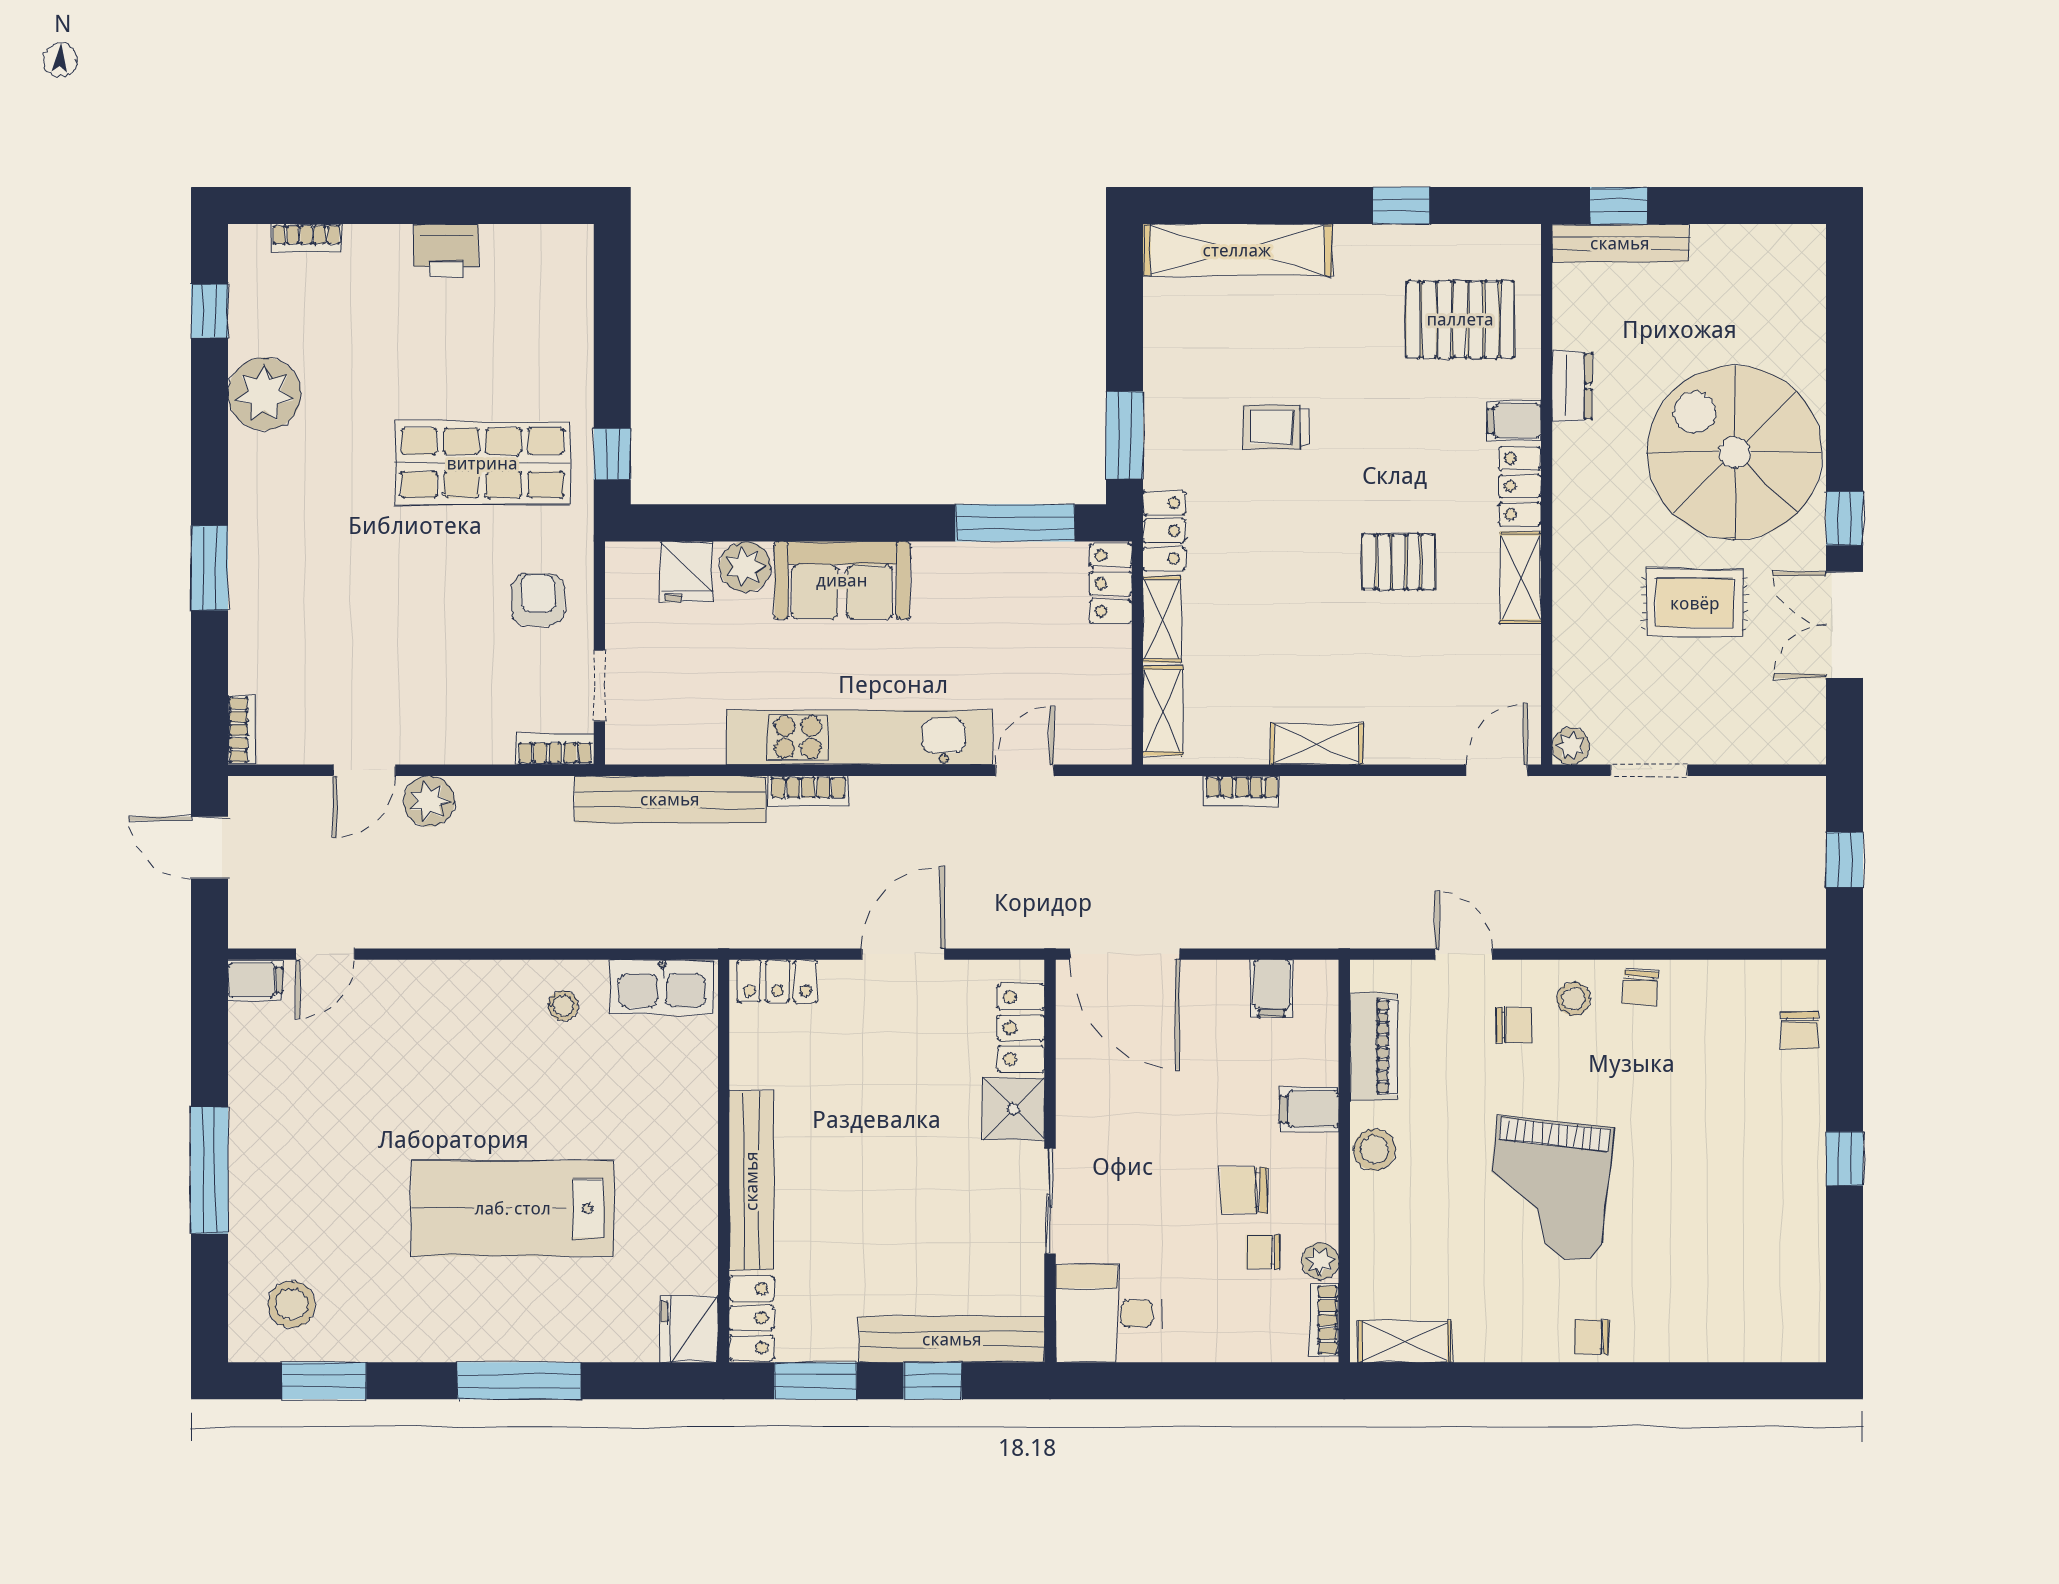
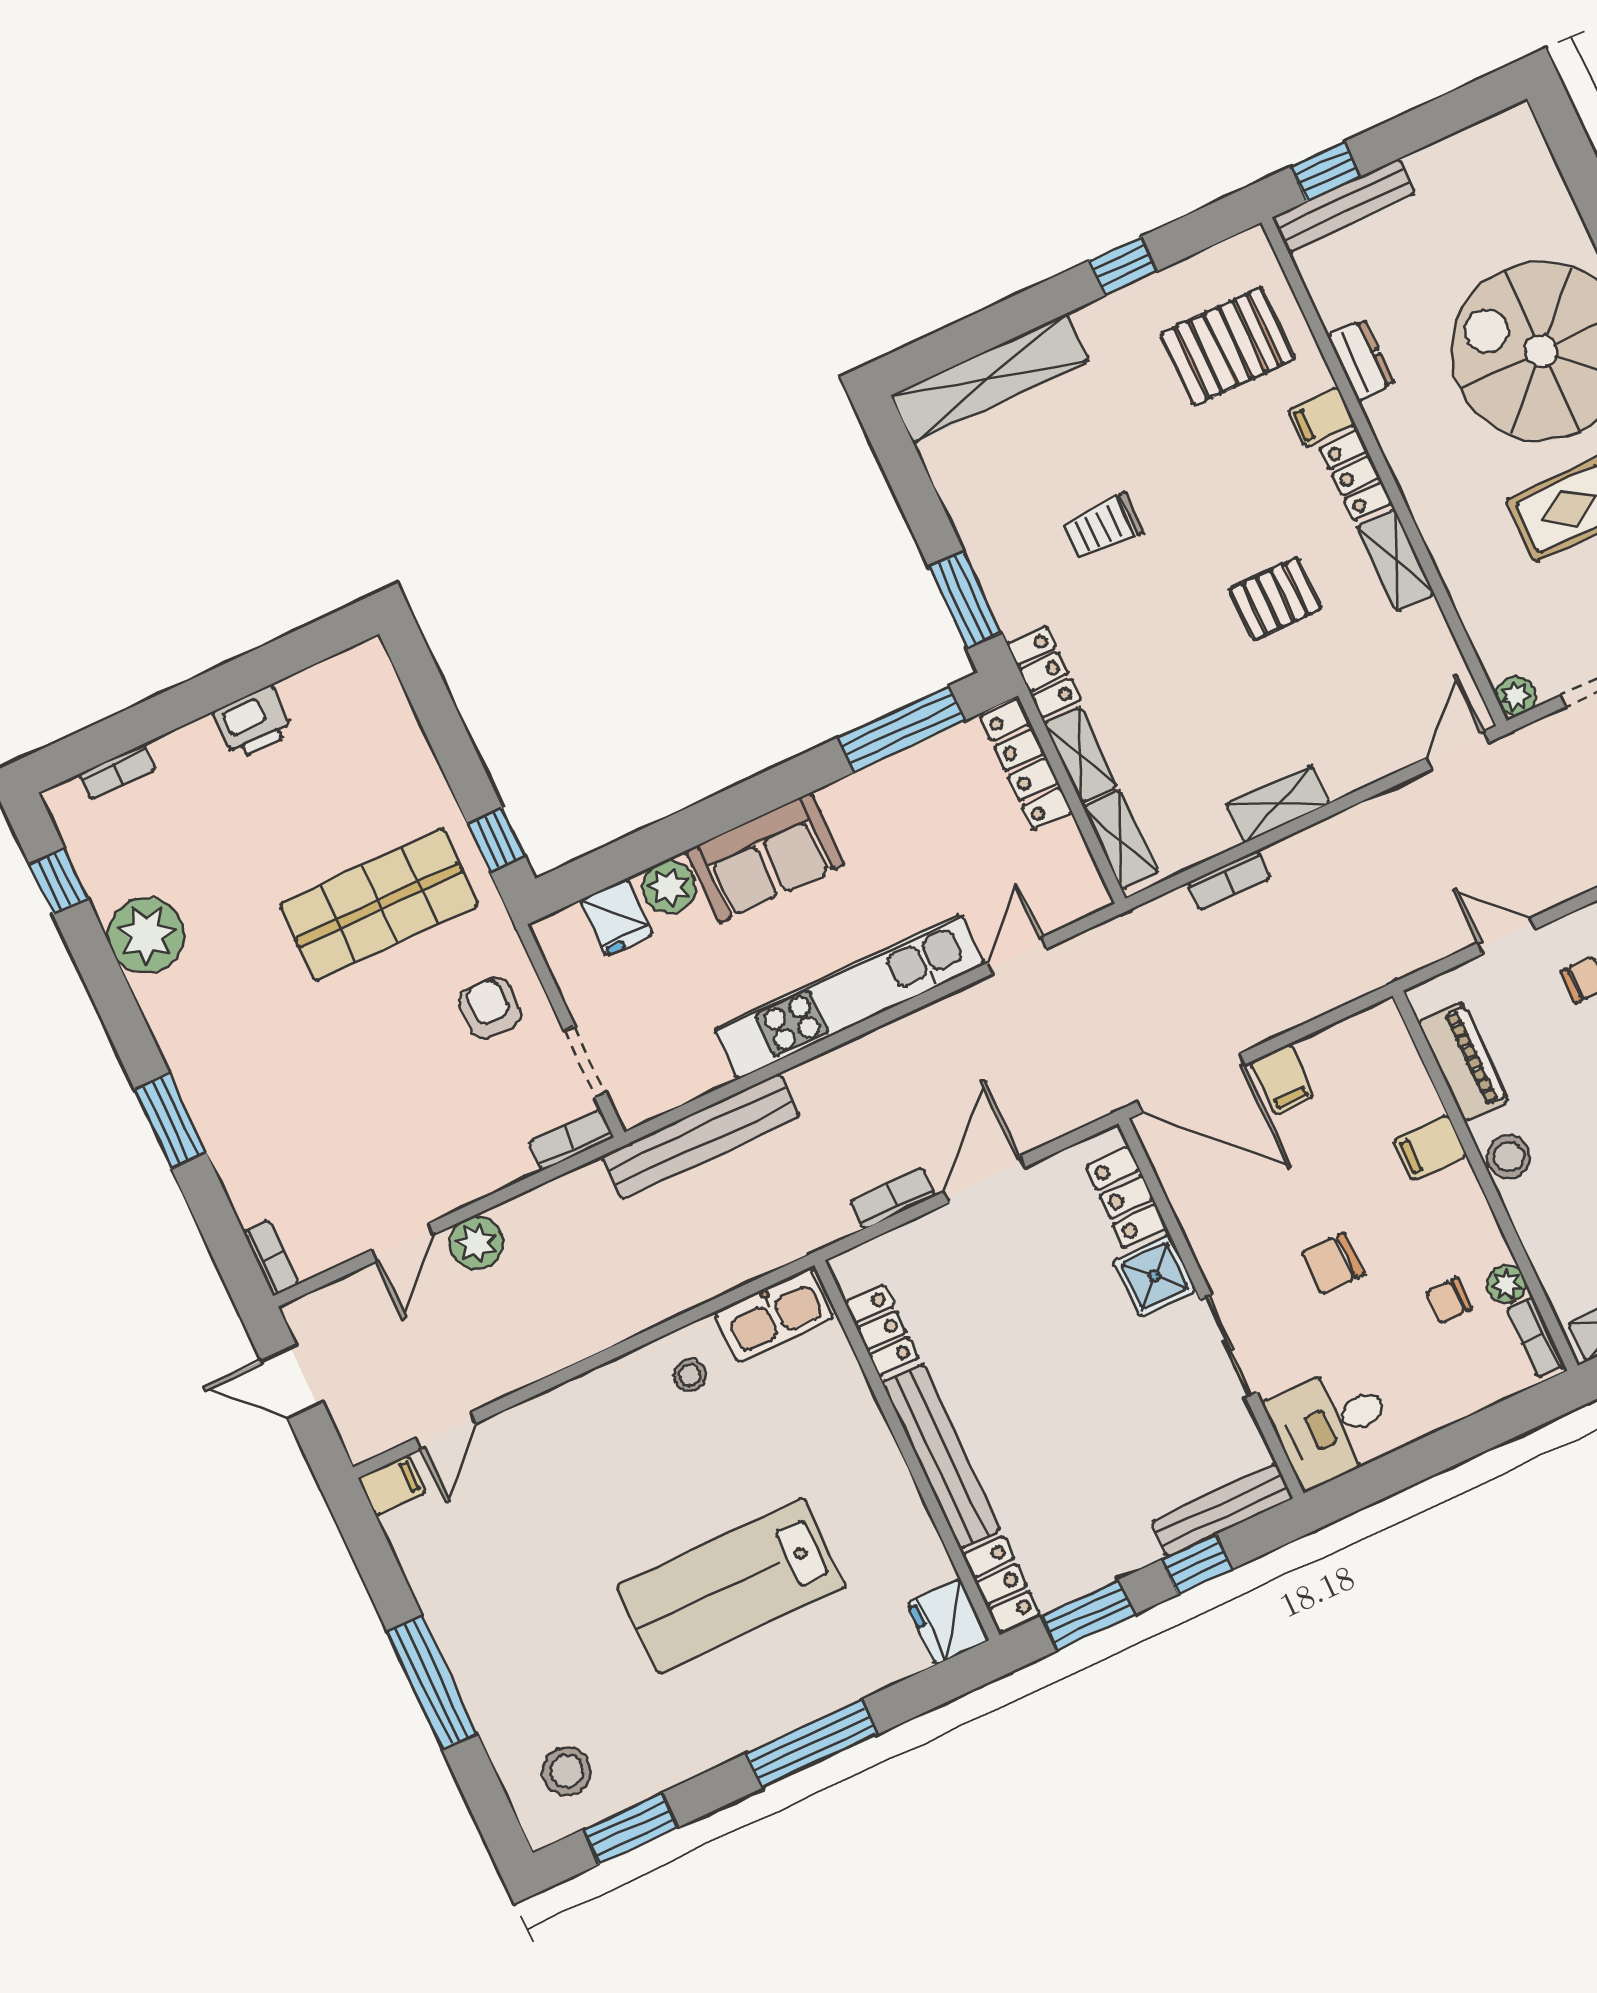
locker: (1111, 583) -> (1026, 764), width x1.53
bookcase: (808, 791) -> (893, 1198), moved, turned 180
locker: (777, 981) -> (882, 1330), moved, turned -90
filing cabinet: (1272, 988) -> (1282, 1079), moved
chair: (1244, 1190) -> (1333, 1264), moved
bench: (952, 1339) -> (1222, 1510), width x0.73, depth x0.82

